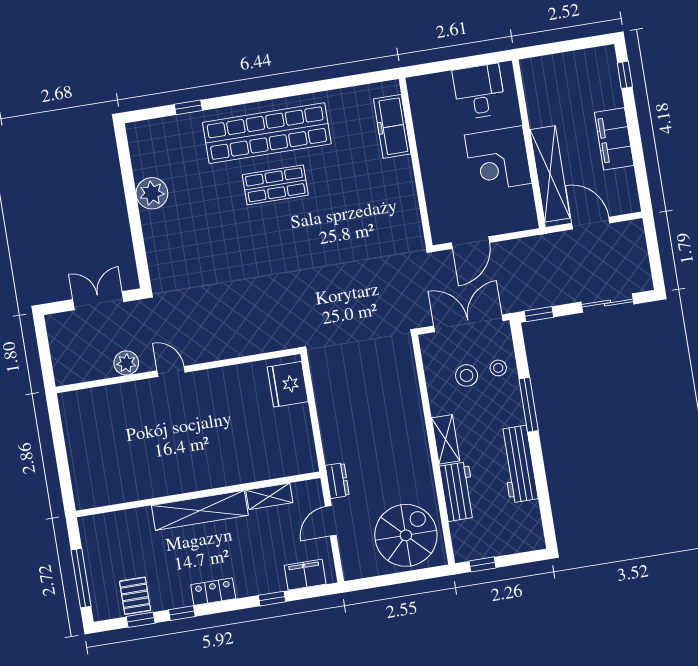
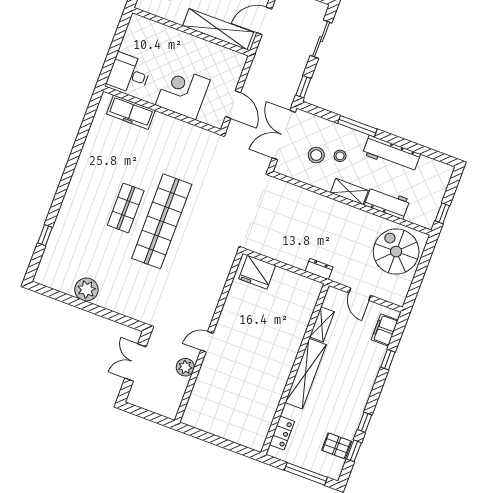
desk: (479, 92) -> (129, 74), moved
shop shelf: (267, 133) -> (162, 221), moved
corner desk: (498, 159) -> (183, 92), moved, turned 180
stool: (498, 368) -> (340, 156), moved
dresser: (337, 481) -> (319, 269), moved
locker: (213, 592) -> (282, 433), moved, turned 180

